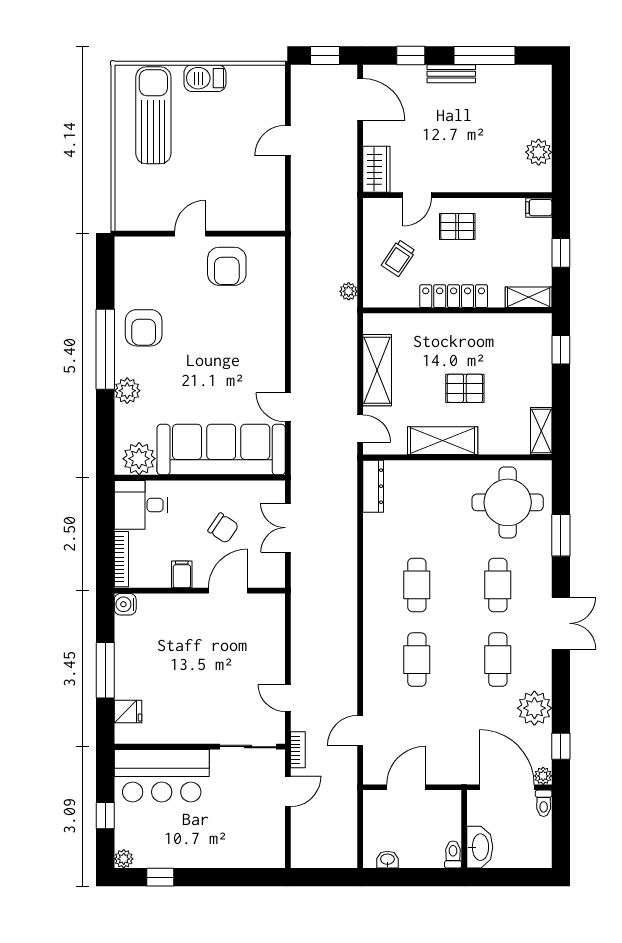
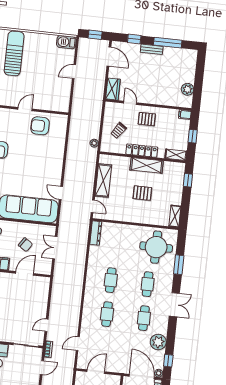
barbecue: (205, 78) -> (66, 42), moved
door: (417, 195) -> (130, 103), swing flipped
armchair: (227, 266) -> (40, 126), turned 90
shelving: (443, 441) -> (147, 165), moved
door: (288, 698) -> (46, 325), hinge flipped

